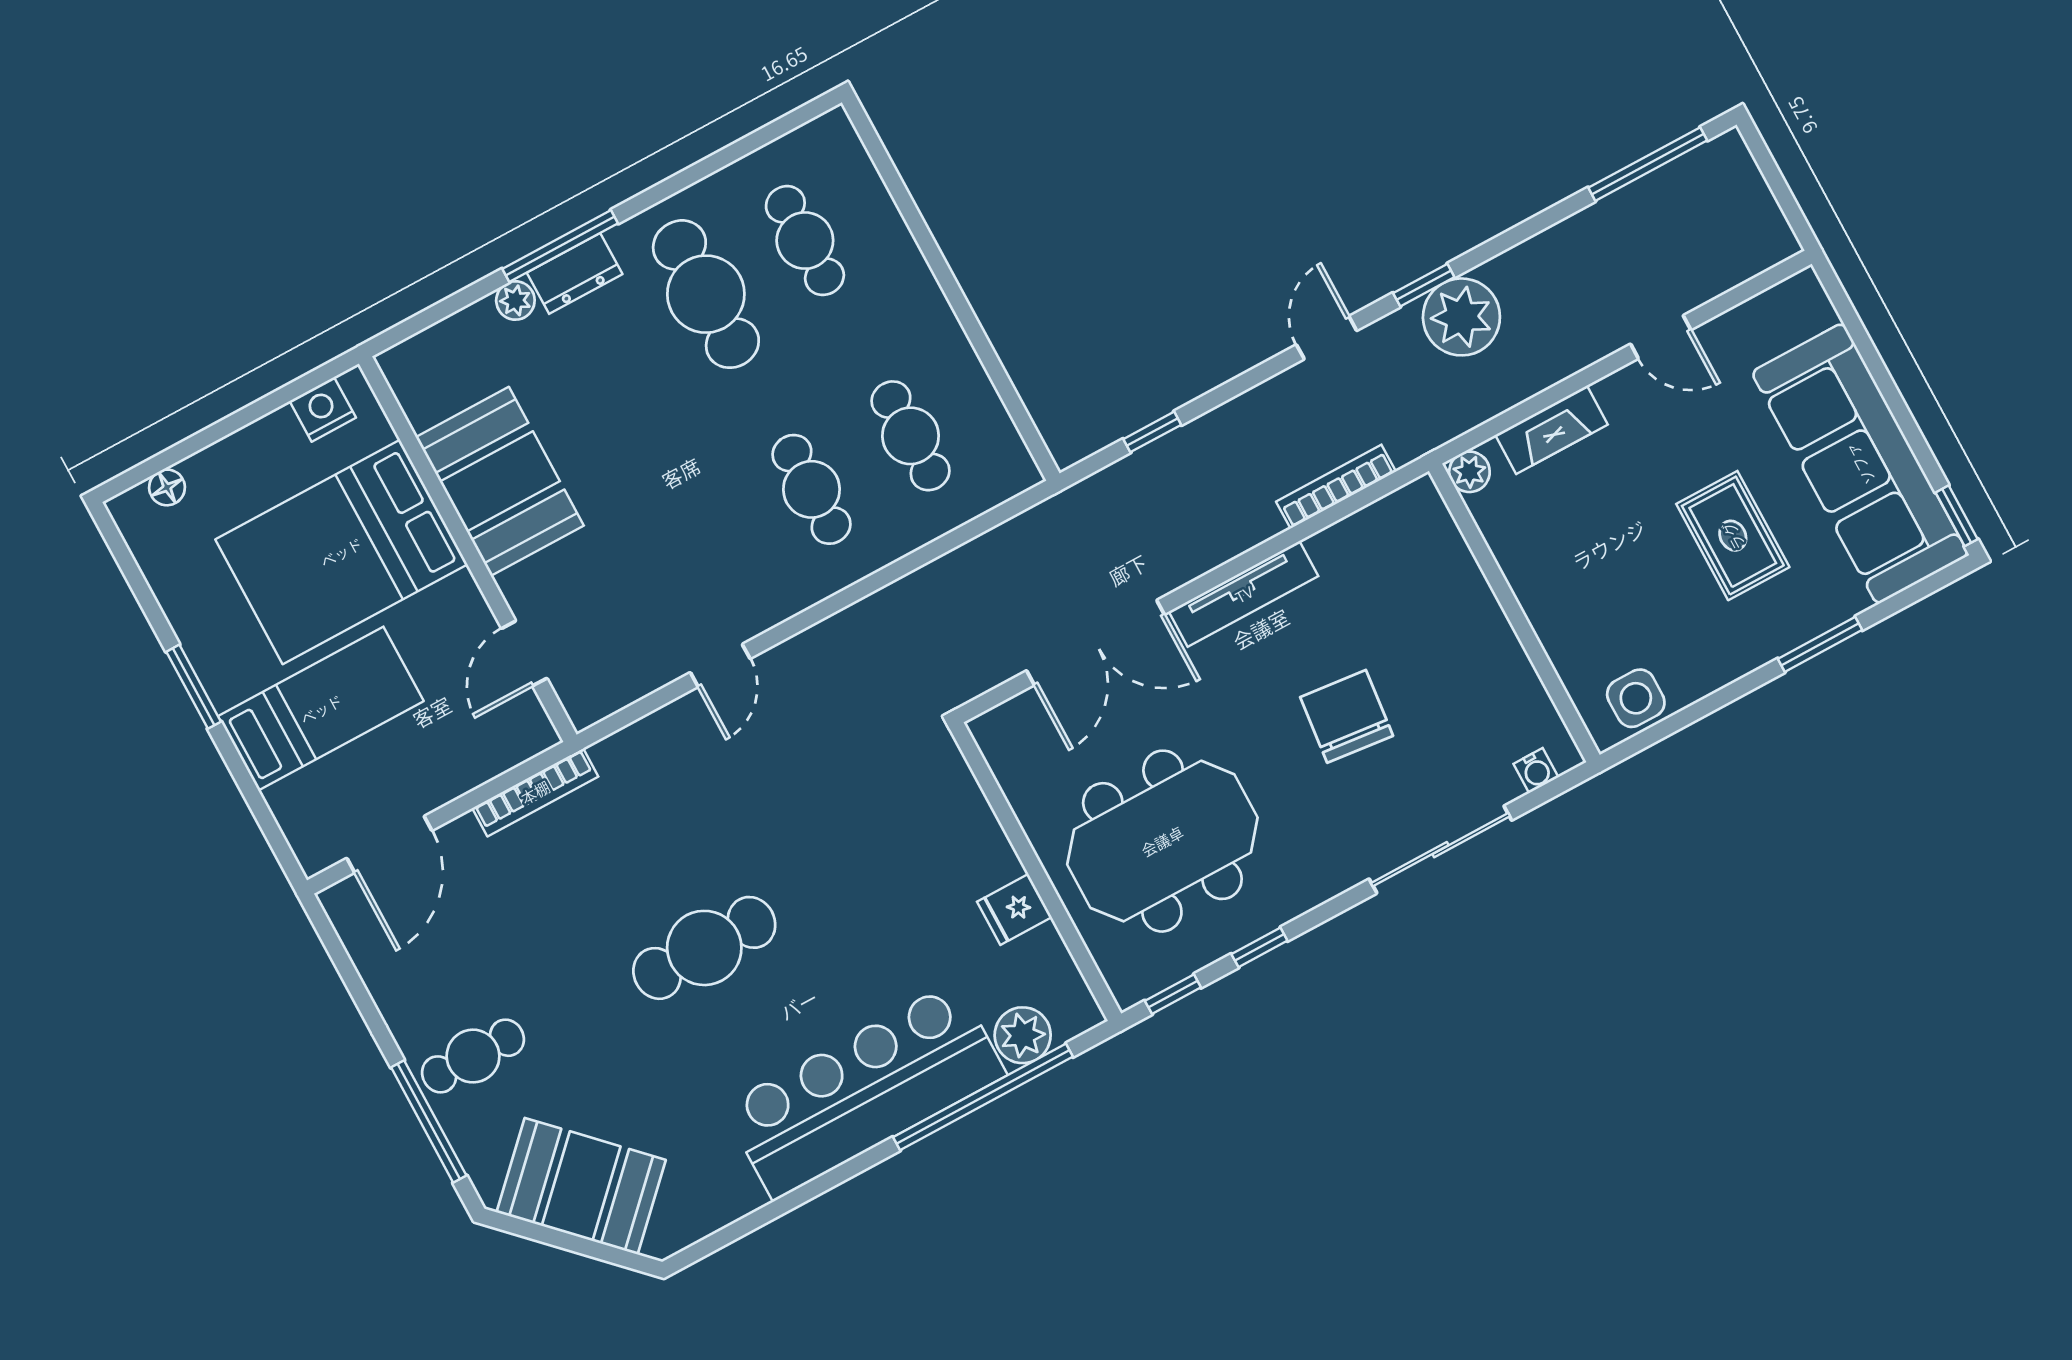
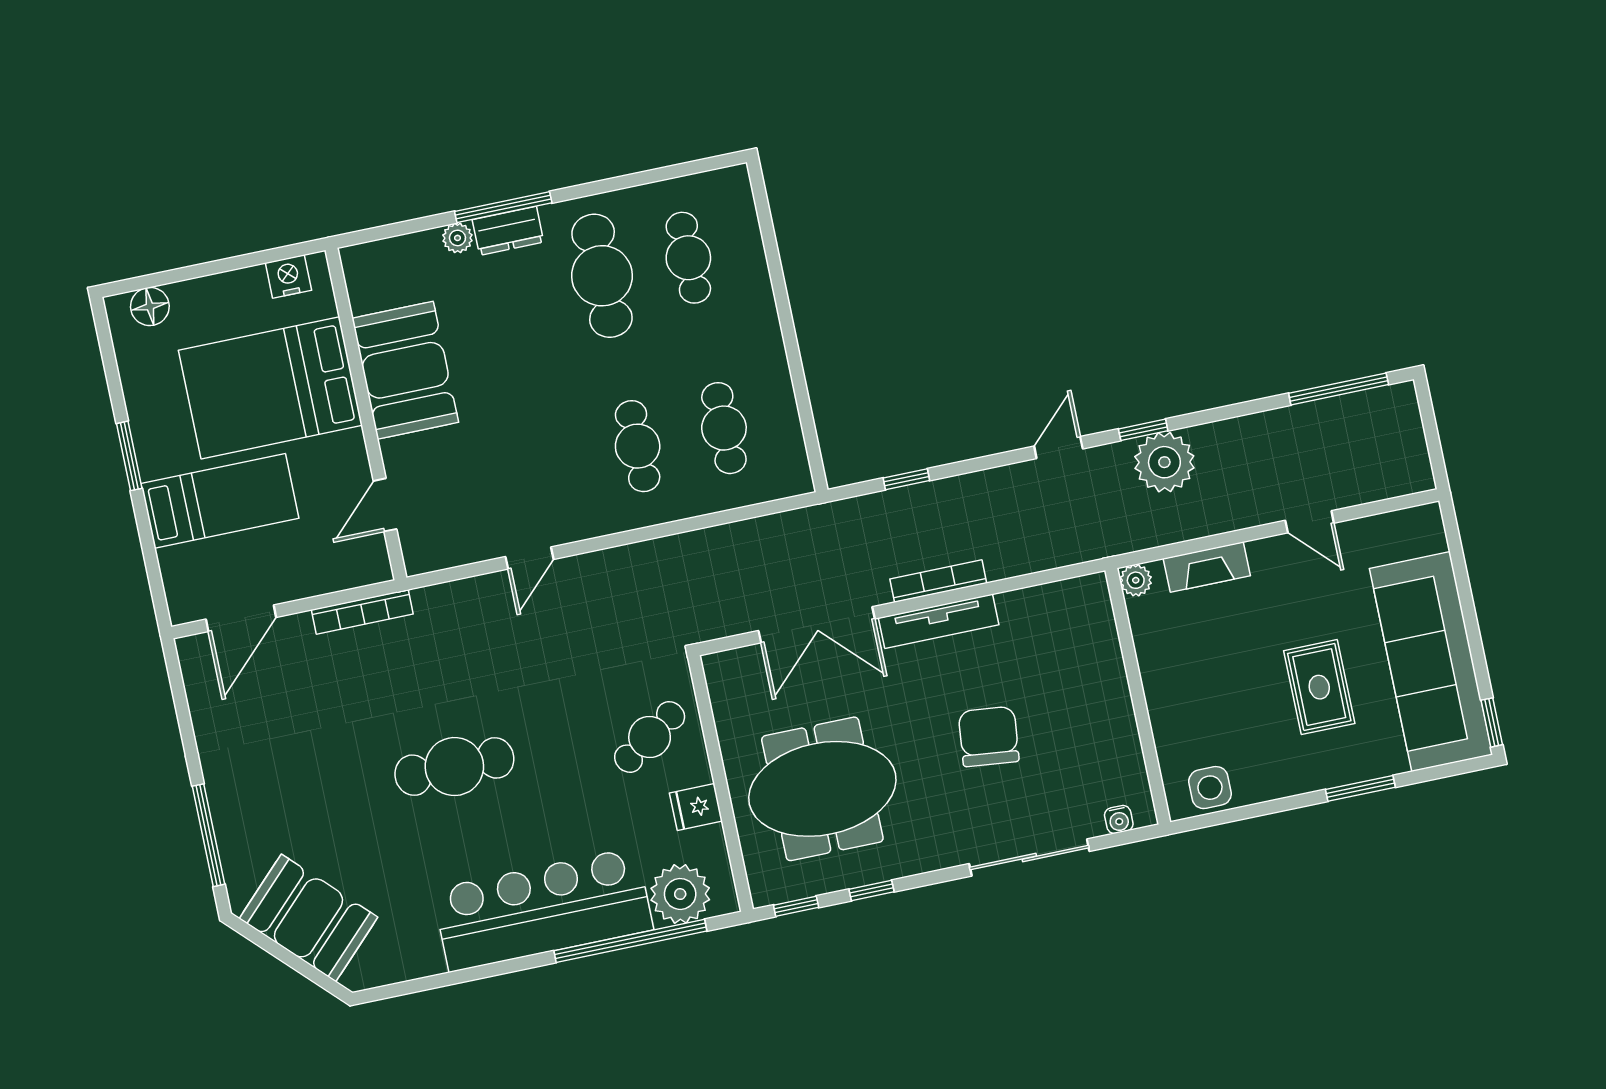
floor lamp: (167, 487) -> (150, 306), width x1.37, depth x1.37
bookcase: (1336, 487) -> (938, 581), moved
plant: (1023, 1035) -> (680, 894), width x1.36, depth x1.36
cafe table: (473, 1056) -> (650, 737), moved, turned -34

